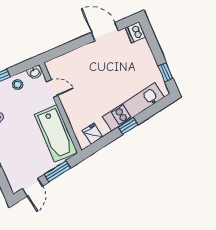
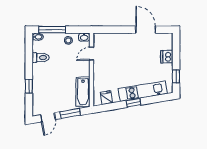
dishwasher: (135, 32) -> (167, 57), moved
door: (52, 89) -> (92, 54), swing flipped
bathtub: (56, 134) -> (83, 92), width x0.73, depth x0.73

